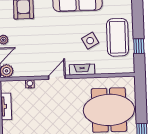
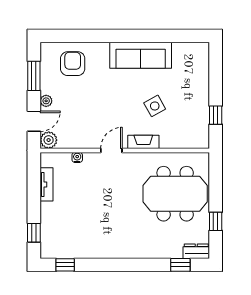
coffee table: (118, 37) -> (189, 103), removed

